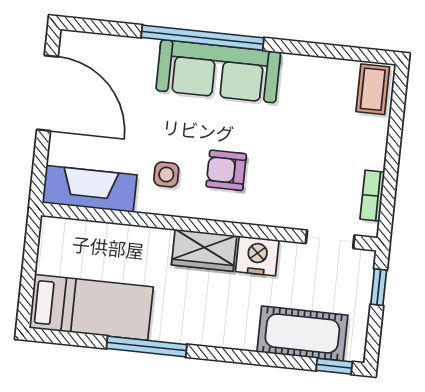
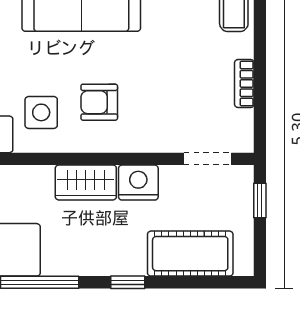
side table: (166, 175) -> (41, 112), width x1.37, depth x1.37
bookcase: (372, 196) -> (244, 83), moved
window: (334, 366) -> (128, 282), moved

